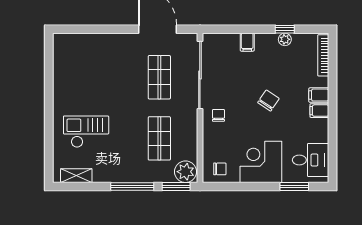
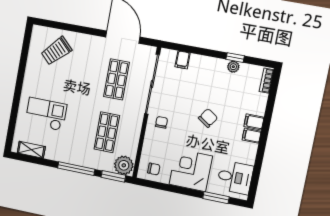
filing cabinet: (247, 42) -> (183, 60), moved
bookcase: (323, 55) -> (266, 81), width x0.64
trolley: (85, 58) -> (56, 51), added

